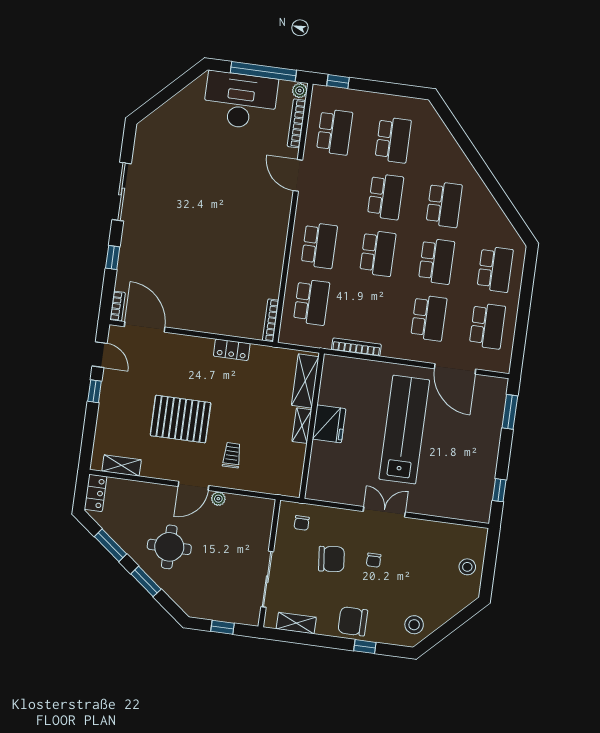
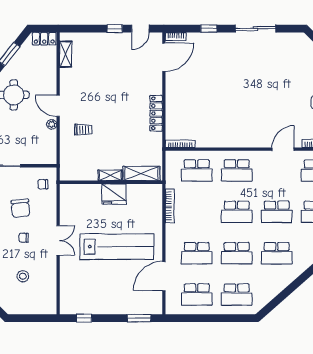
locker: (232, 350) -> (156, 113), width x1.53
pallet: (181, 419) -> (103, 91), removed
stool: (467, 567) -> (23, 276), moved

